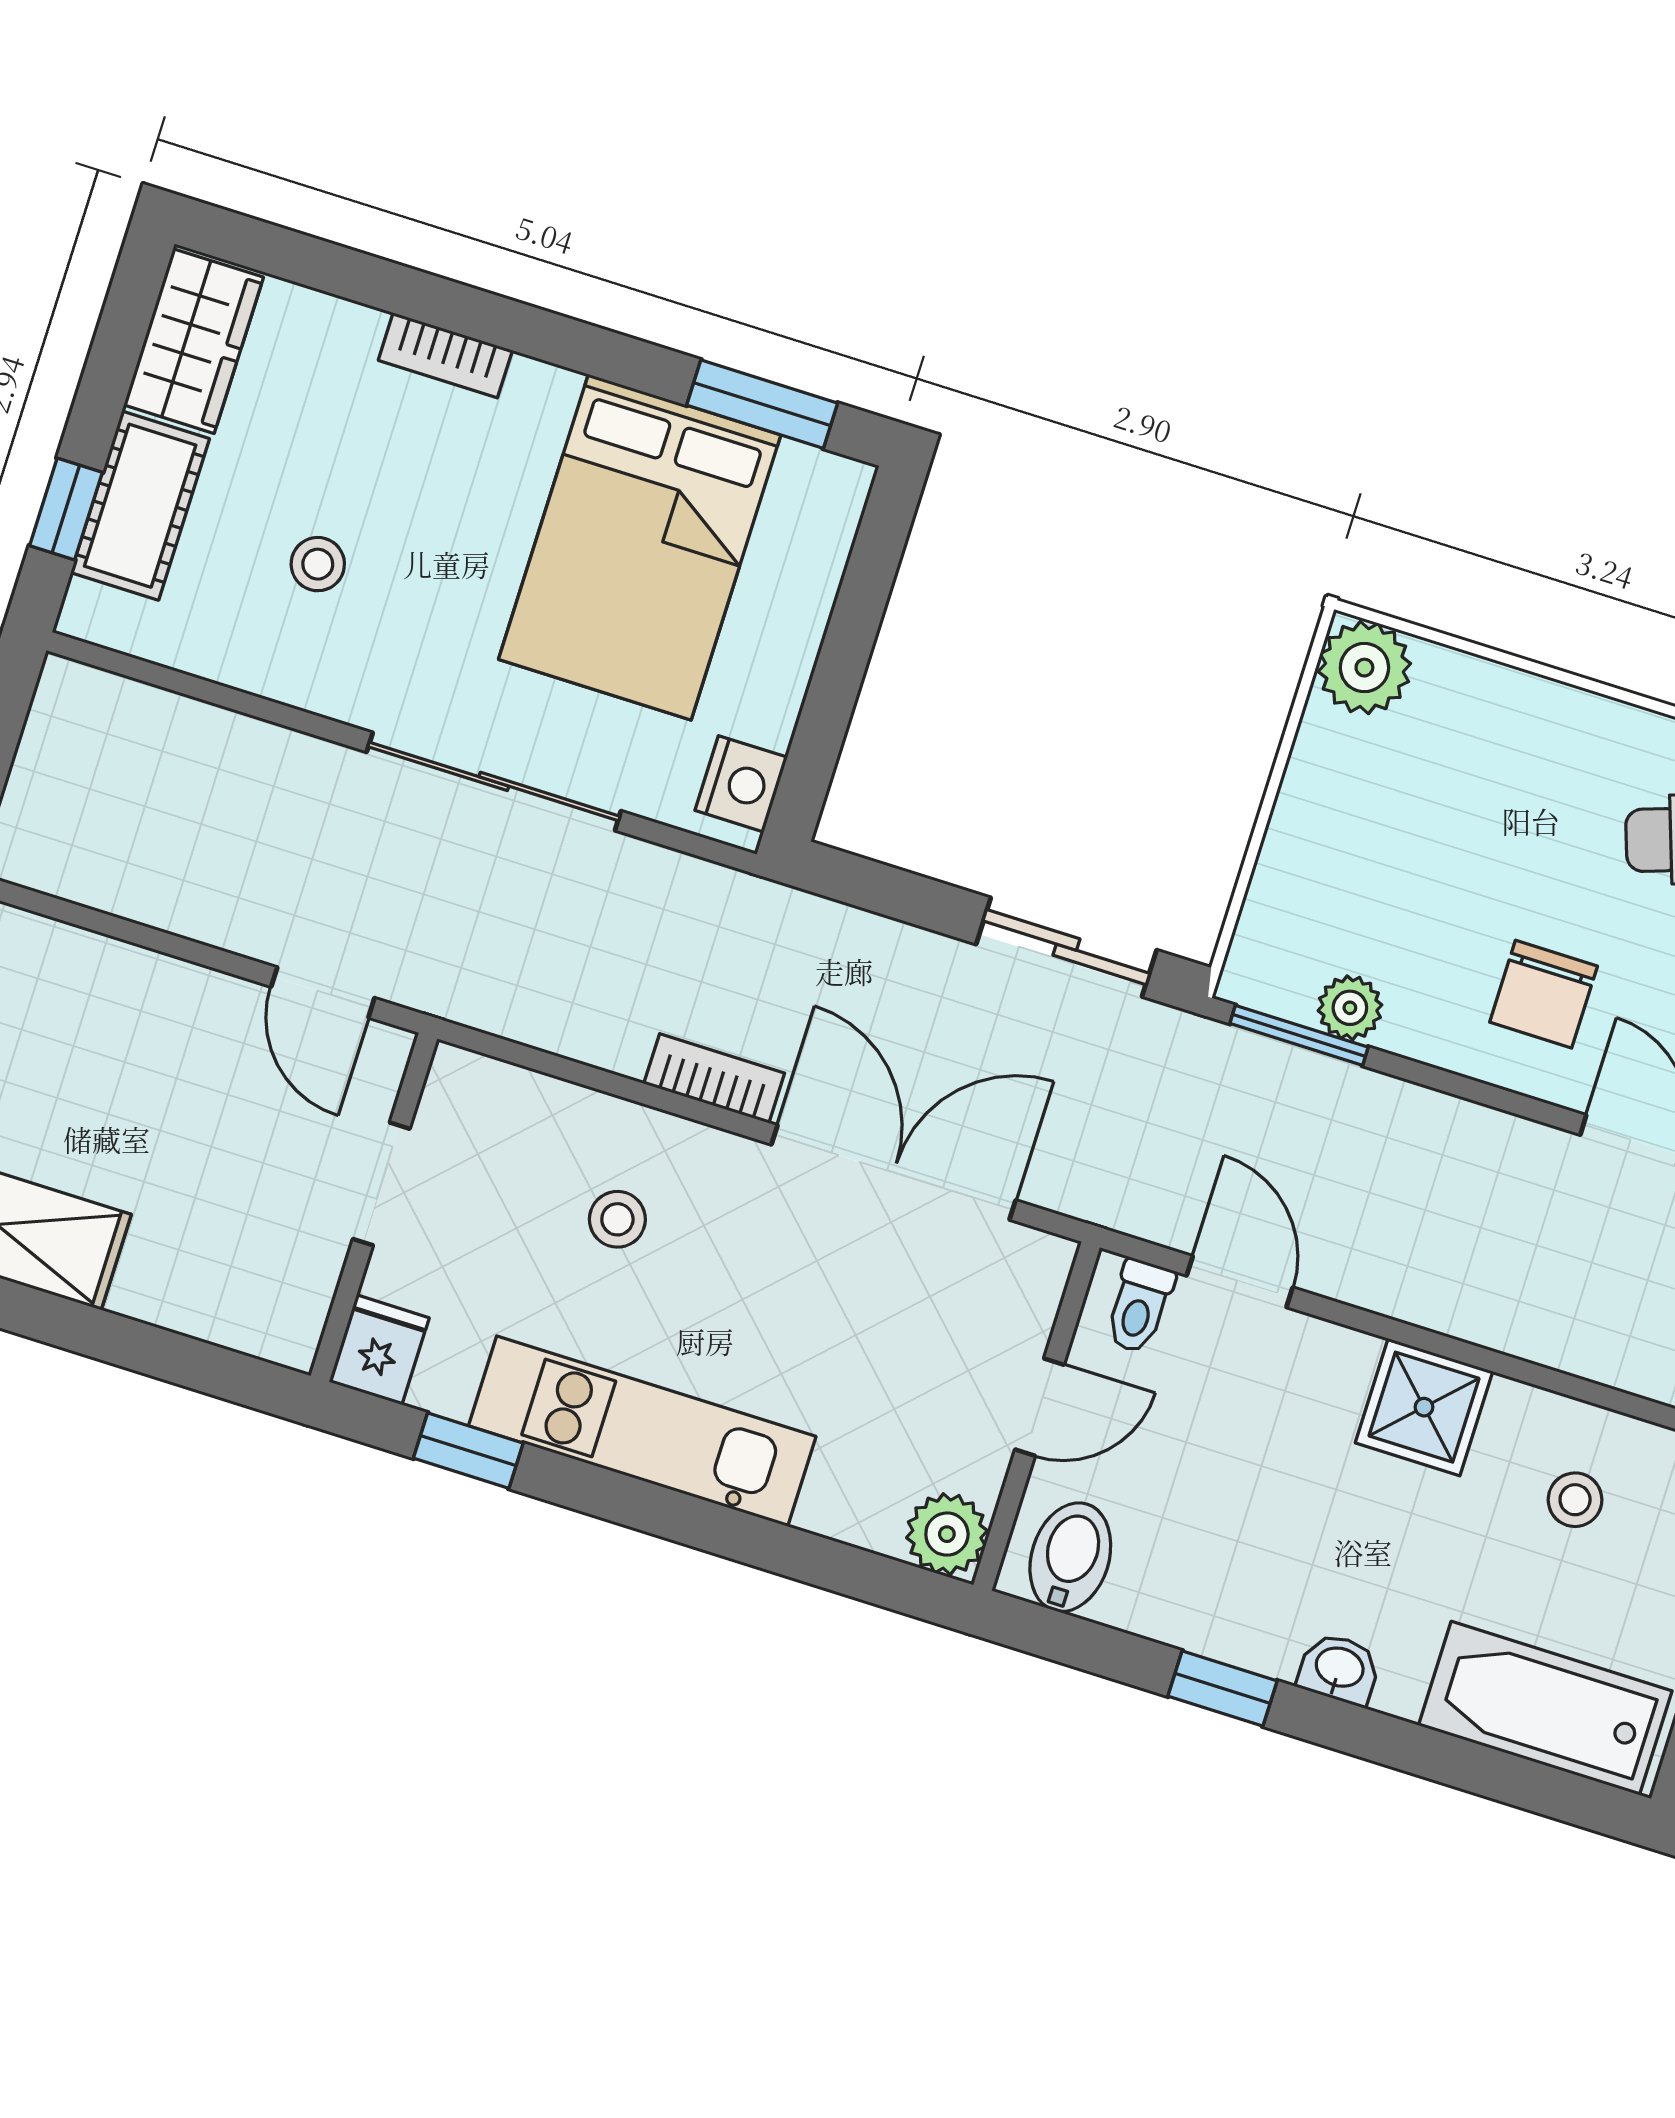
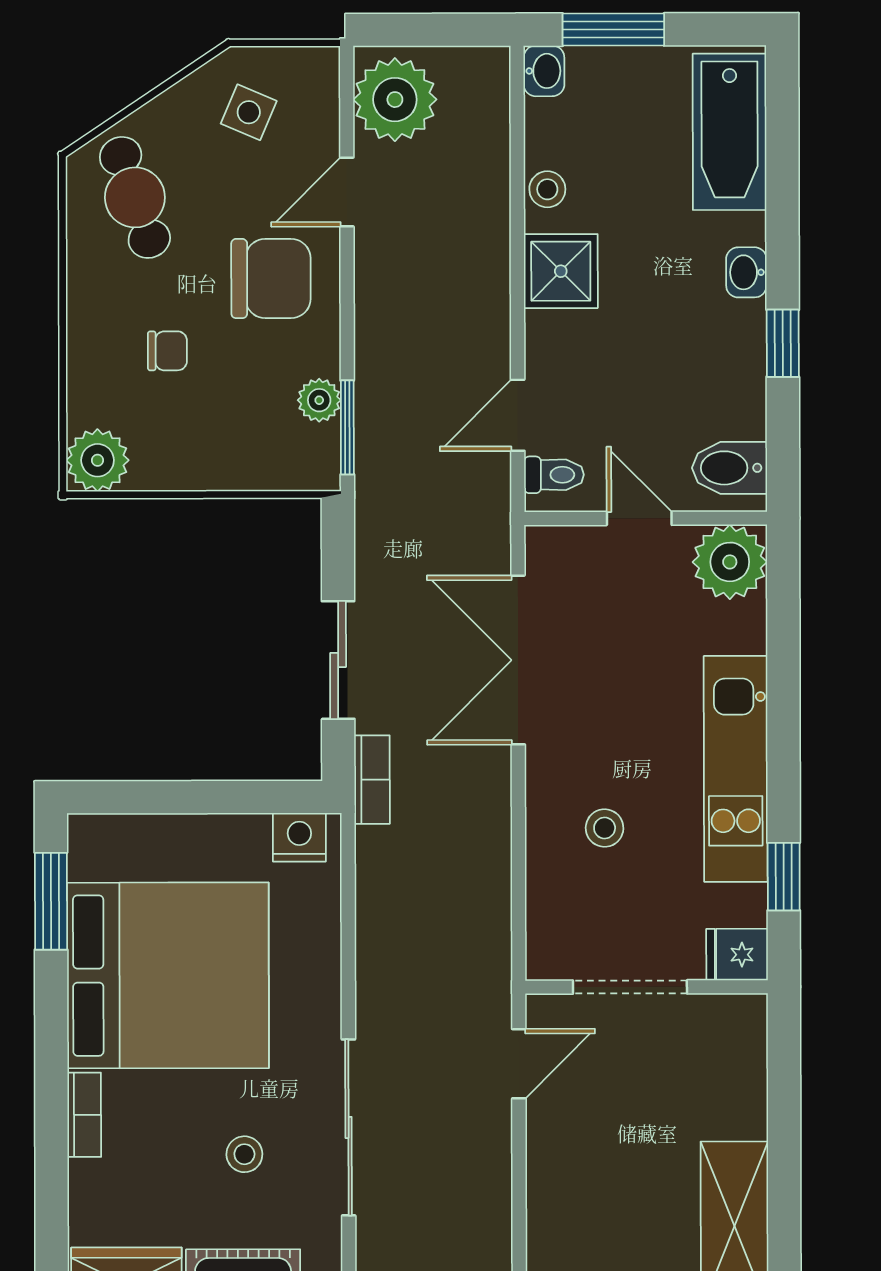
bed: (640, 547) -> (168, 975), width x1.36
sliding door: (494, 781) -> (349, 1127), moved
chair: (1488, 815) -> (167, 351), added
sliding door: (1066, 947) -> (338, 660), moved
chair: (1544, 994) -> (271, 279), width x1.37, depth x1.37
bookcase: (714, 1078) -> (372, 780), moved, turned 180
doorway: (381, 1184) -> (630, 987), width x1.38
stool: (1575, 1500) -> (547, 189), moved
plant: (947, 1534) -> (730, 562), width x1.36, depth x1.36

